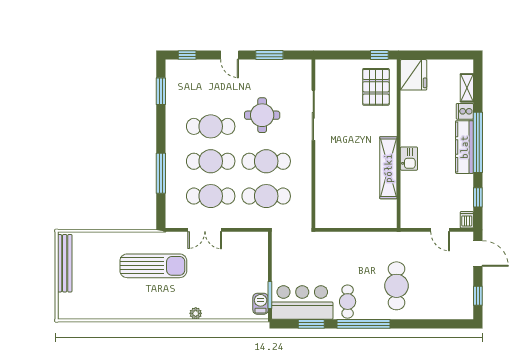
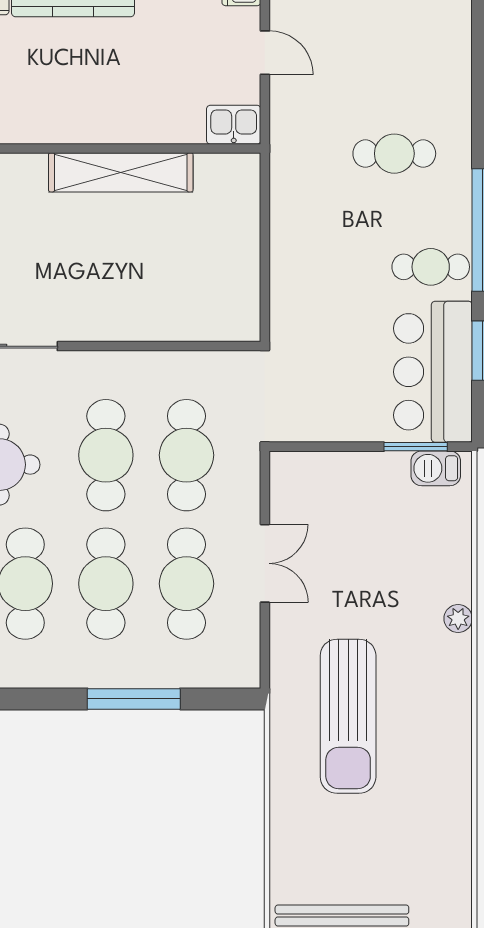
kitchen sink: (409, 159) -> (234, 125), moved
double door: (205, 230) -> (265, 563), moved
door: (440, 230) -> (265, 53), hinge flipped
sun lounger: (153, 266) -> (348, 716), turned 180
cafe table: (396, 286) -> (394, 154), width x0.73, depth x0.74

